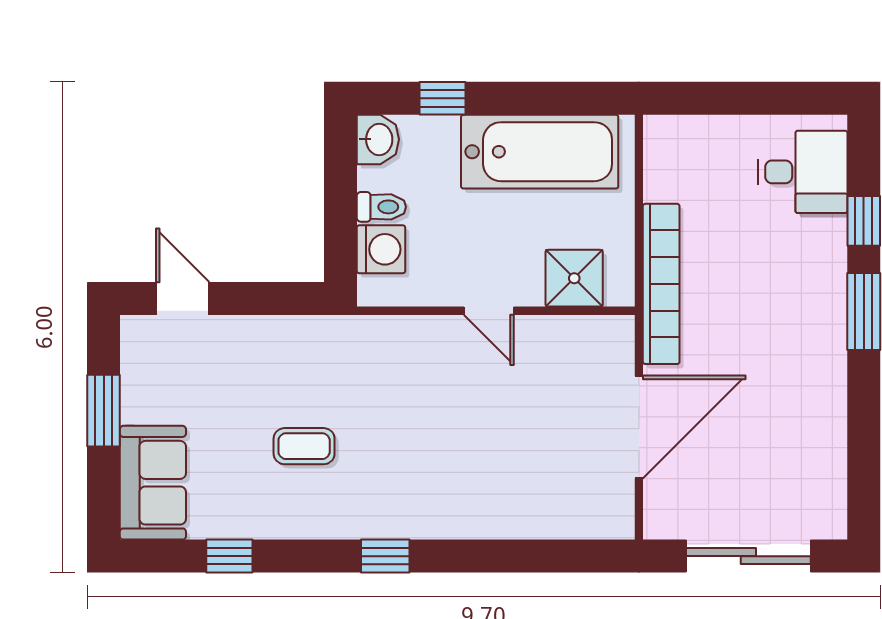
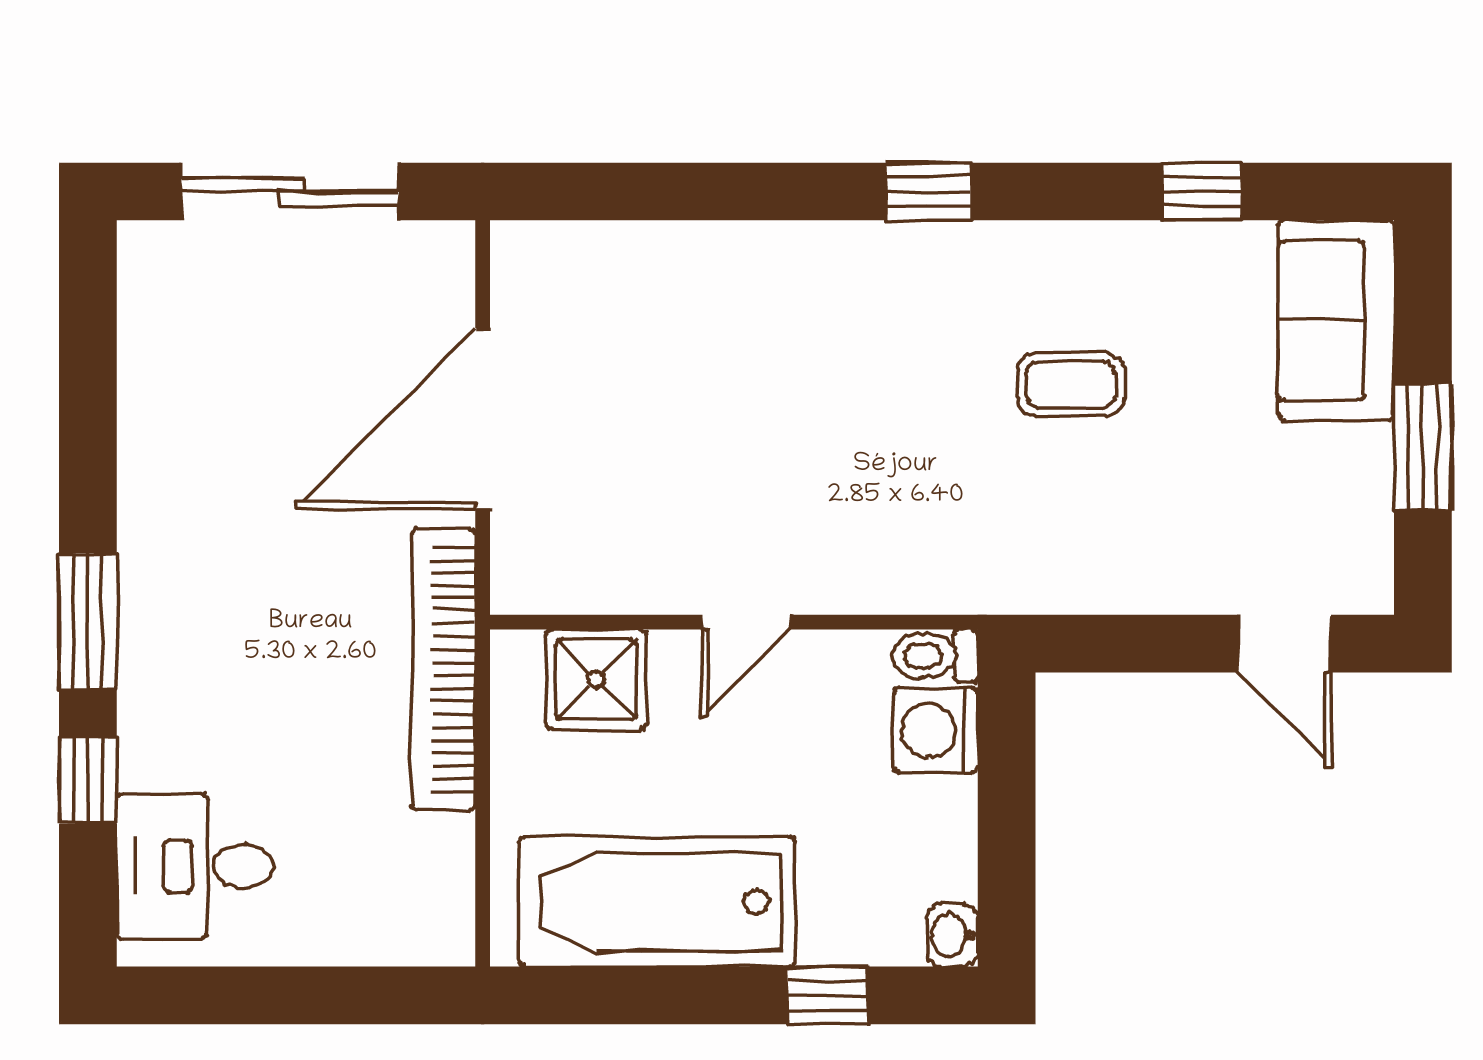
washbasin: (378, 139) -> (952, 935), width x0.72, depth x0.69
toilet: (381, 207) -> (935, 656), moved
door: (489, 311) -> (746, 622), swing flipped

